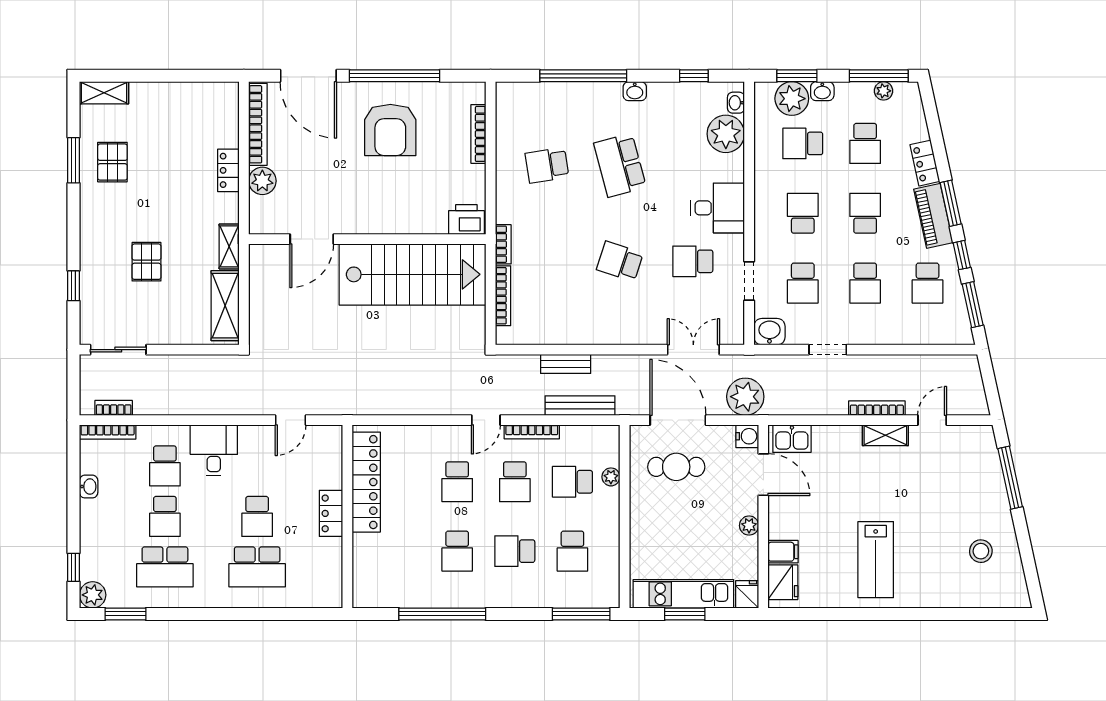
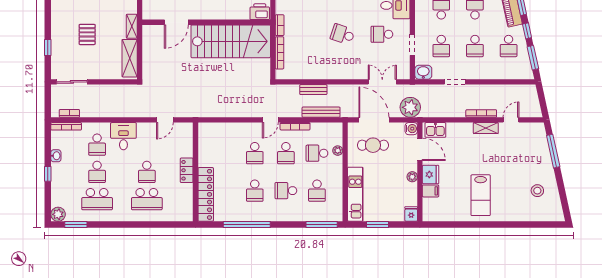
locker: (366, 482) -> (206, 194), moved
window: (74, 567) -> (48, 174), moved
fridge: (783, 582) -> (431, 174), moved
kitchen unit: (683, 594) -> (355, 194), moved, turned 90

